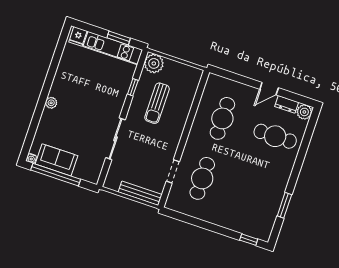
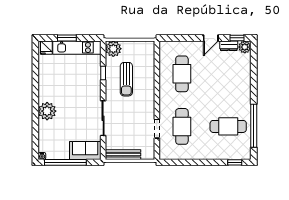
window: (119, 38) -> (67, 38), moved
window: (299, 99) -> (237, 38), added
plant: (51, 103) -> (47, 111), width x1.88, depth x1.88
cafe table: (275, 136) -> (228, 126), moved
sofa: (57, 160) -> (85, 150), moved
bench: (140, 193) -> (123, 155), moved
window: (284, 205) -> (254, 126), width x2.11

